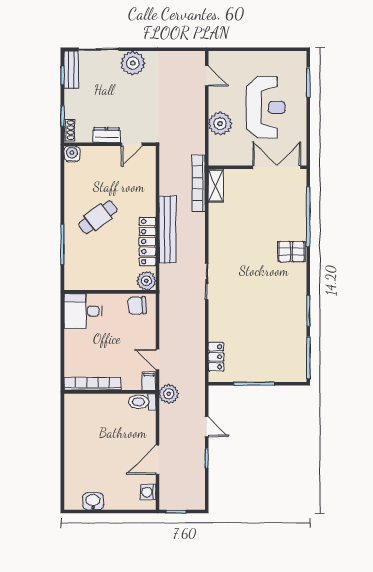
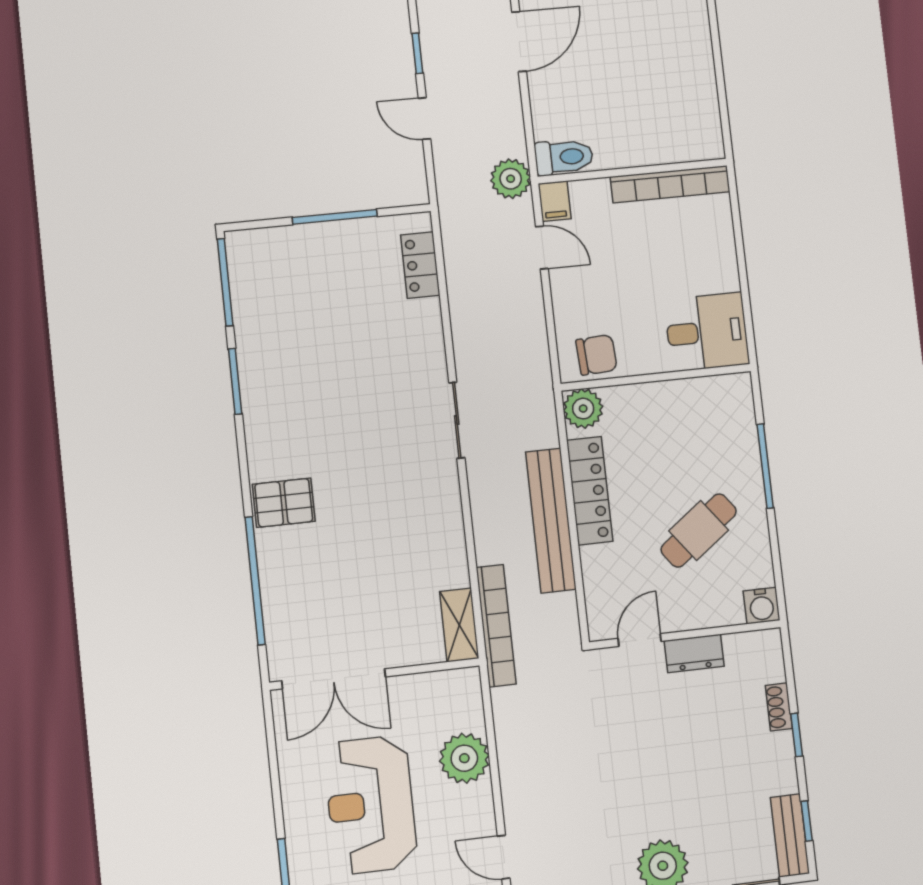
dresser: (107, 135) -> (694, 653), moved
wall: (110, 144) -> (685, 635), moved
door: (132, 144) -> (640, 640), moved
water cooler: (72, 154) -> (762, 606), moved

